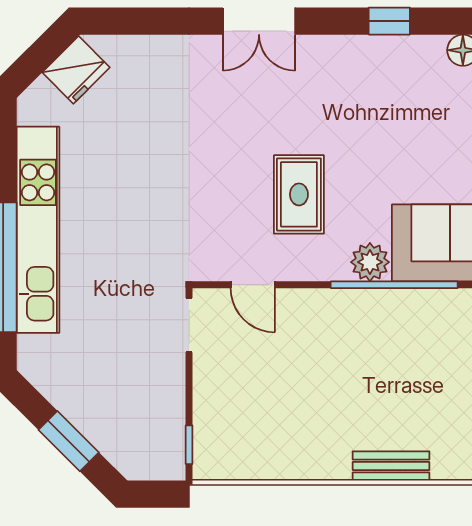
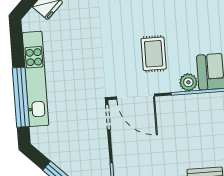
door: (253, 285) -> (136, 97), width x1.87

